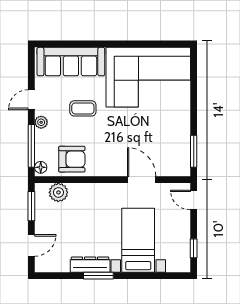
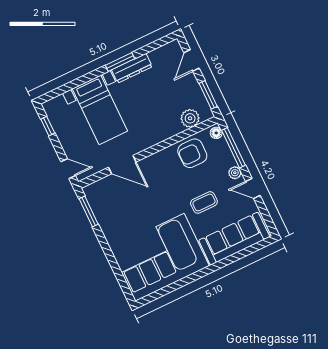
door: (31, 100) -> (253, 188), swing flipped

